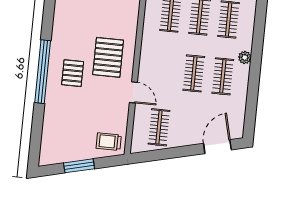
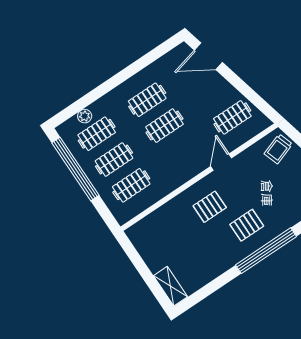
pallet: (108, 57) -> (210, 207), width x0.67, depth x0.71
plant: (245, 57) -> (85, 116), moved
trolley: (109, 142) -> (278, 149), turned 71

